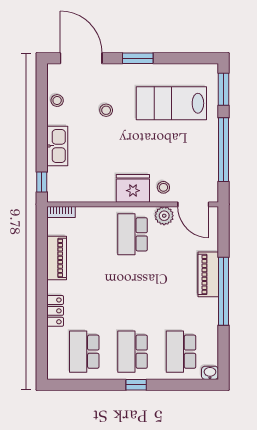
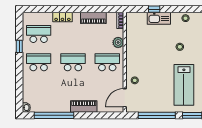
lab bench: (171, 103) -> (184, 85), turned 180
window: (42, 182) -> (154, 9), moved
fridge: (133, 188) -> (134, 62), removed
plant: (164, 216) -> (118, 42), moved
window: (223, 291) -> (54, 115), moved
school desk: (181, 352) -> (73, 62), moved
window: (136, 385) -> (19, 46), moved

